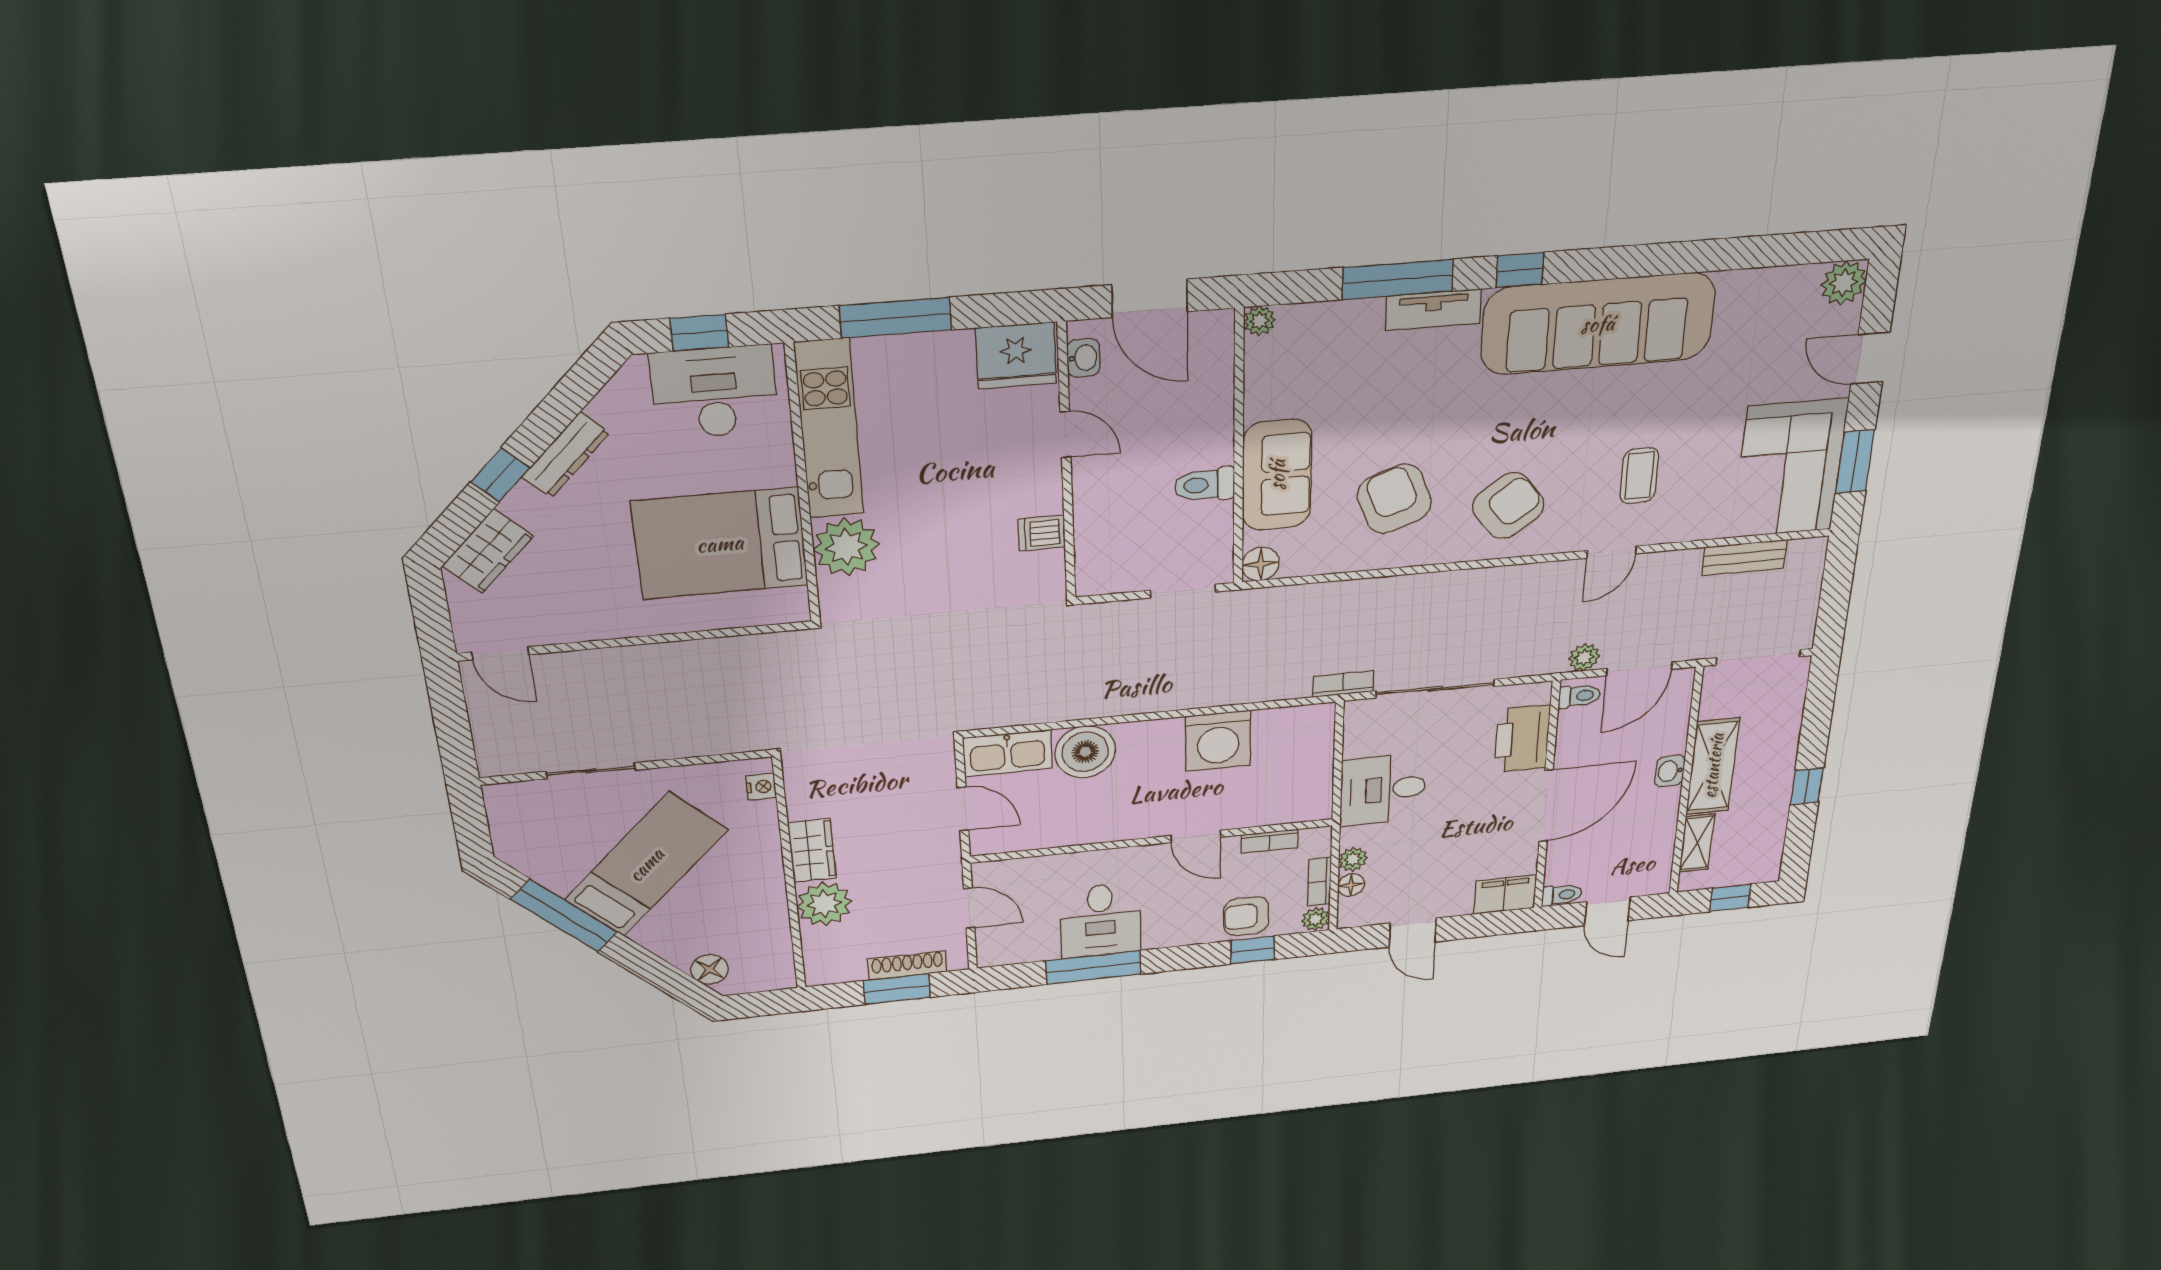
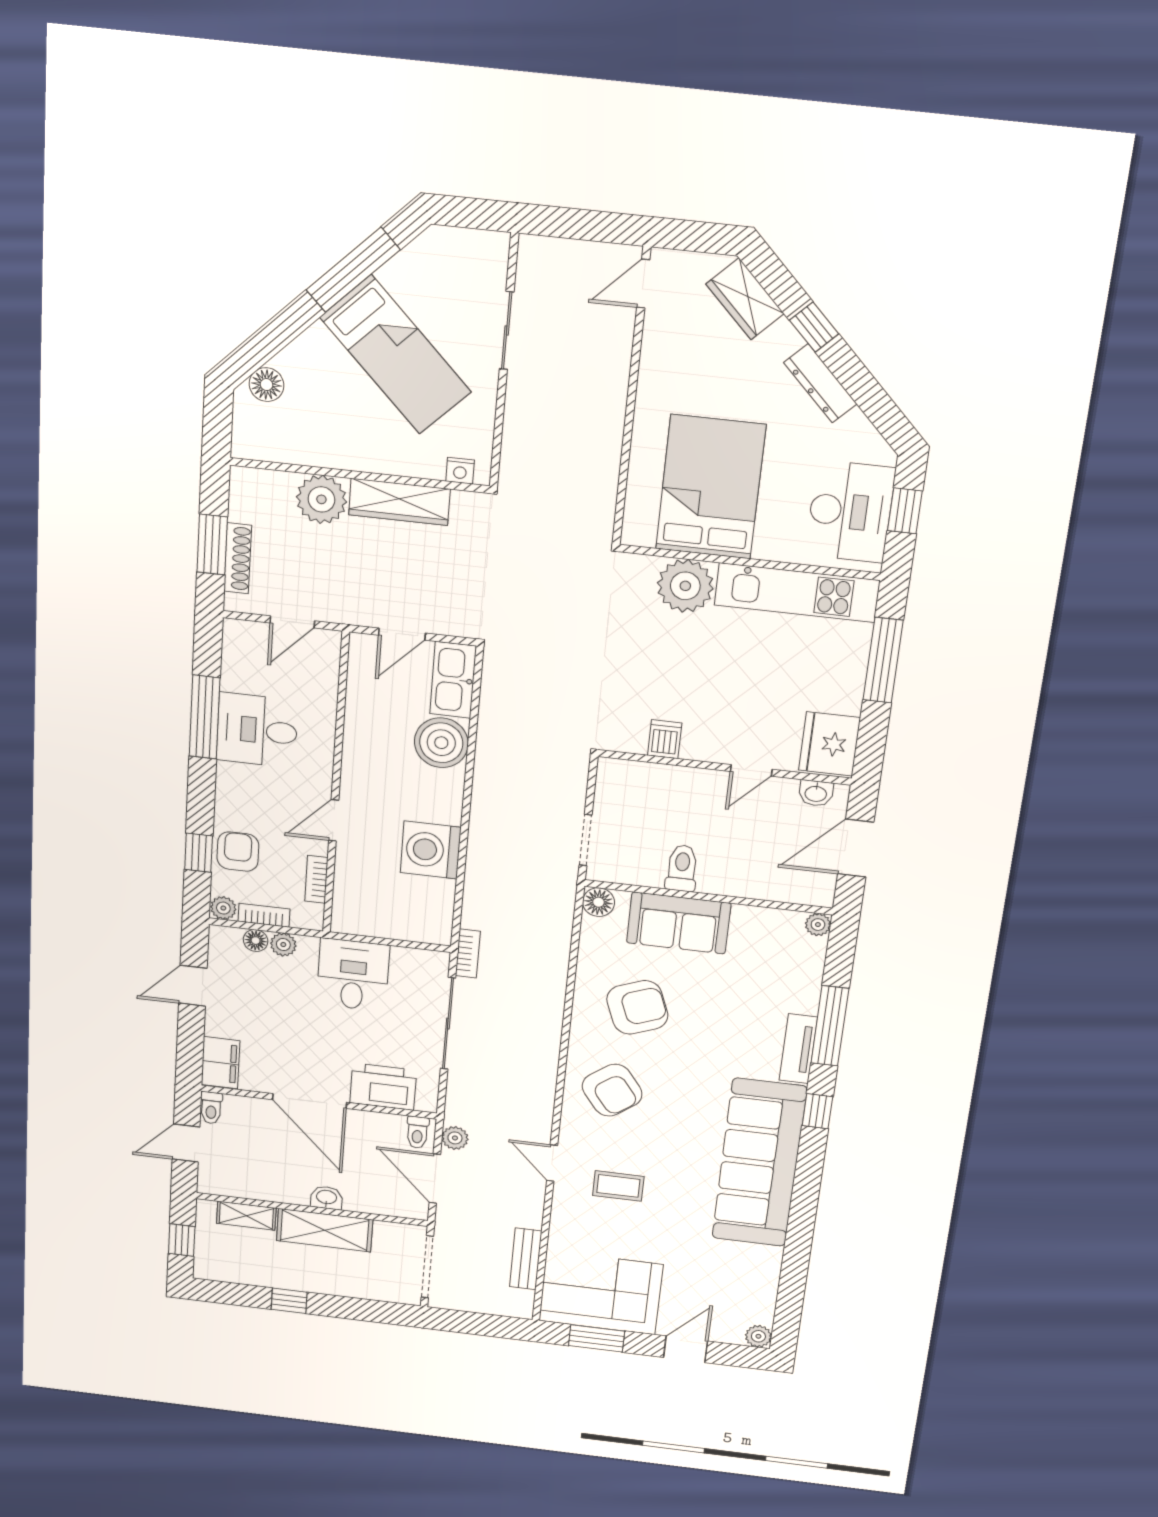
plant: (1844, 283) -> (758, 1336), width x0.73, depth x0.73
wardrobe: (812, 850) -> (399, 502), width x1.50

